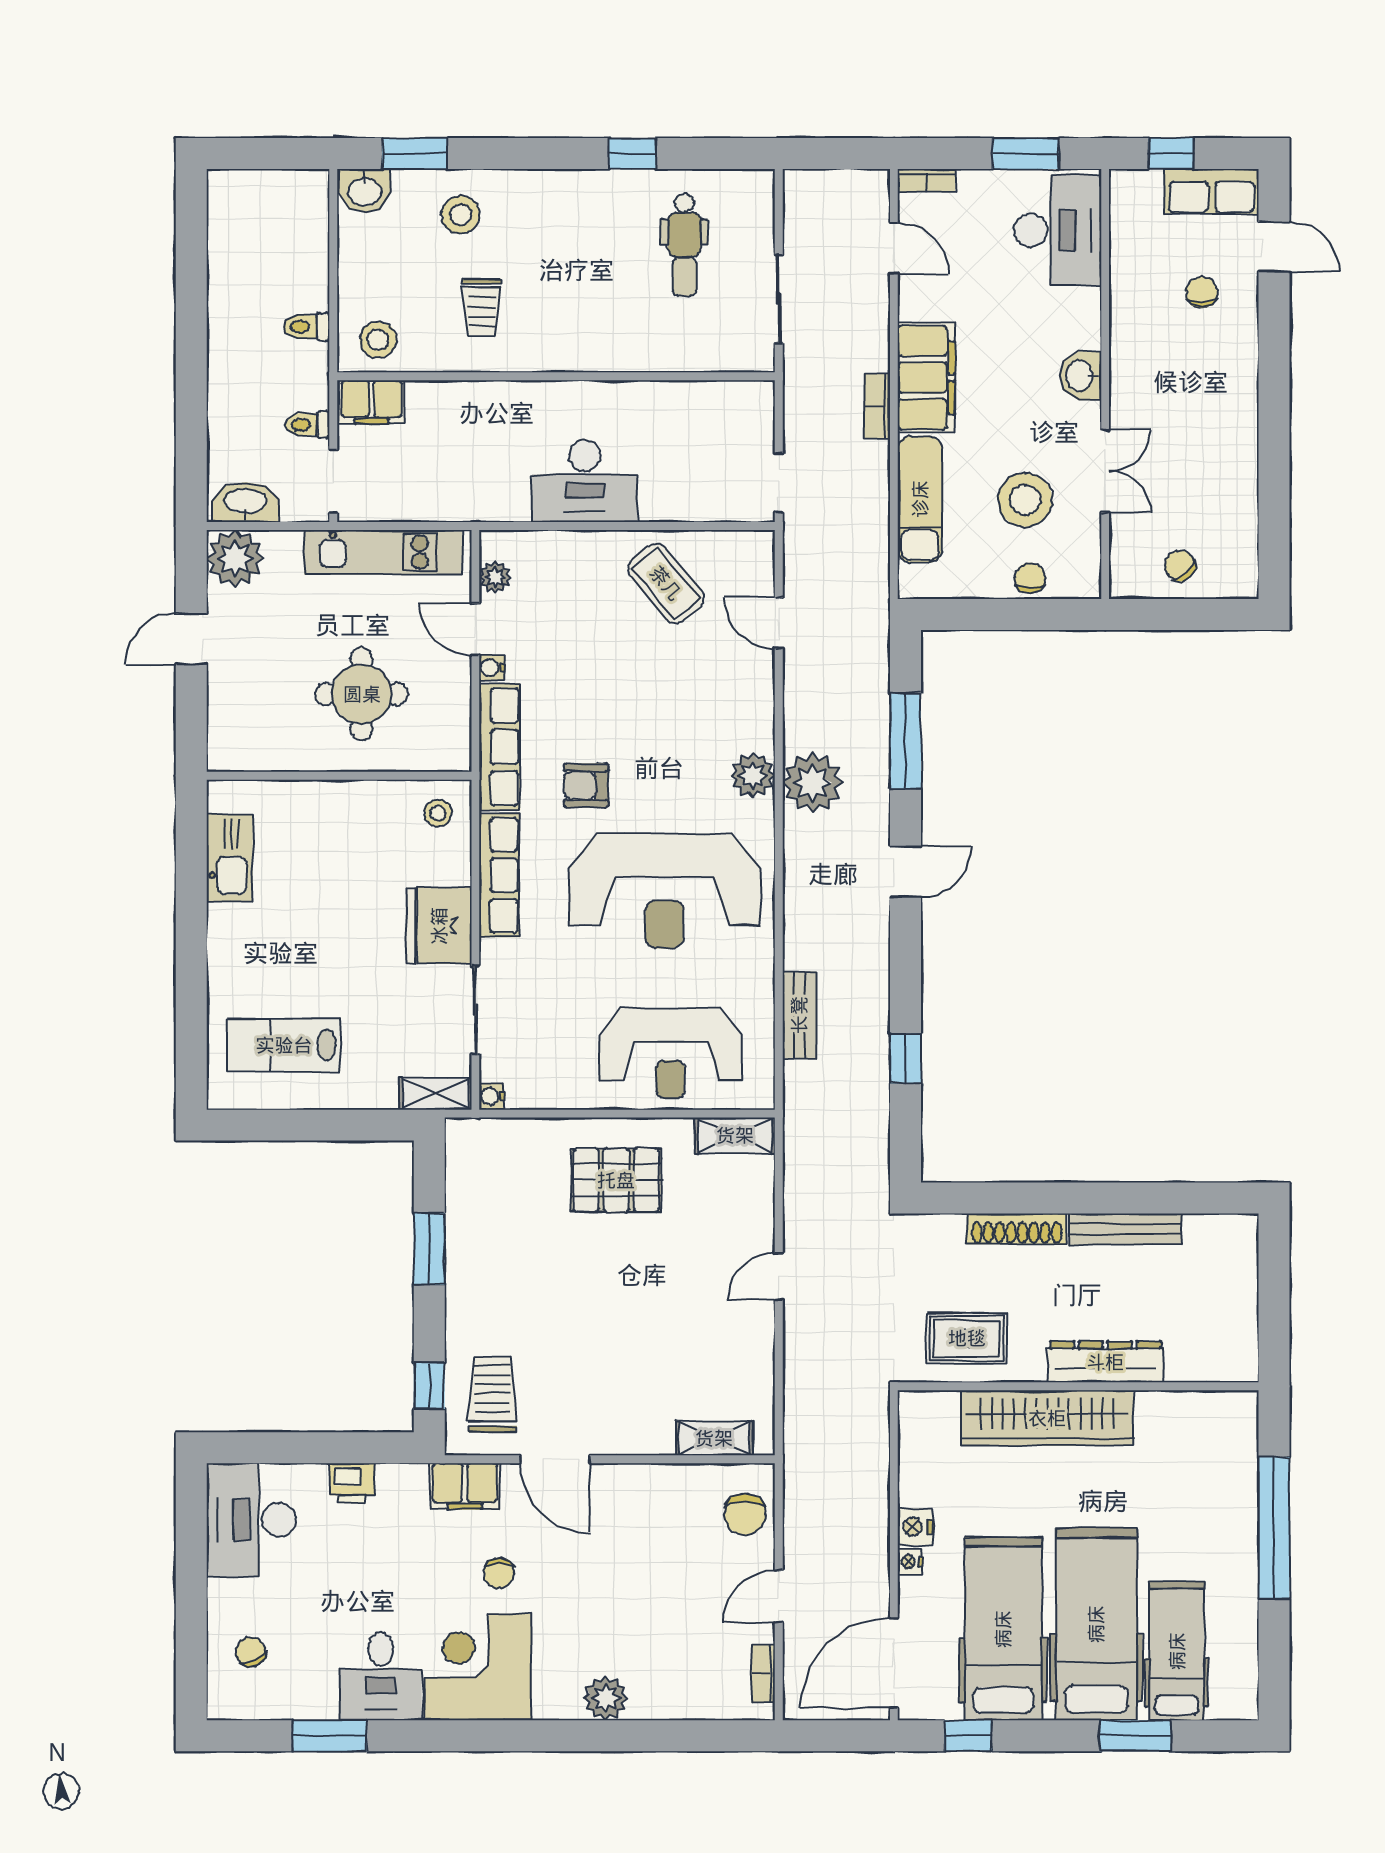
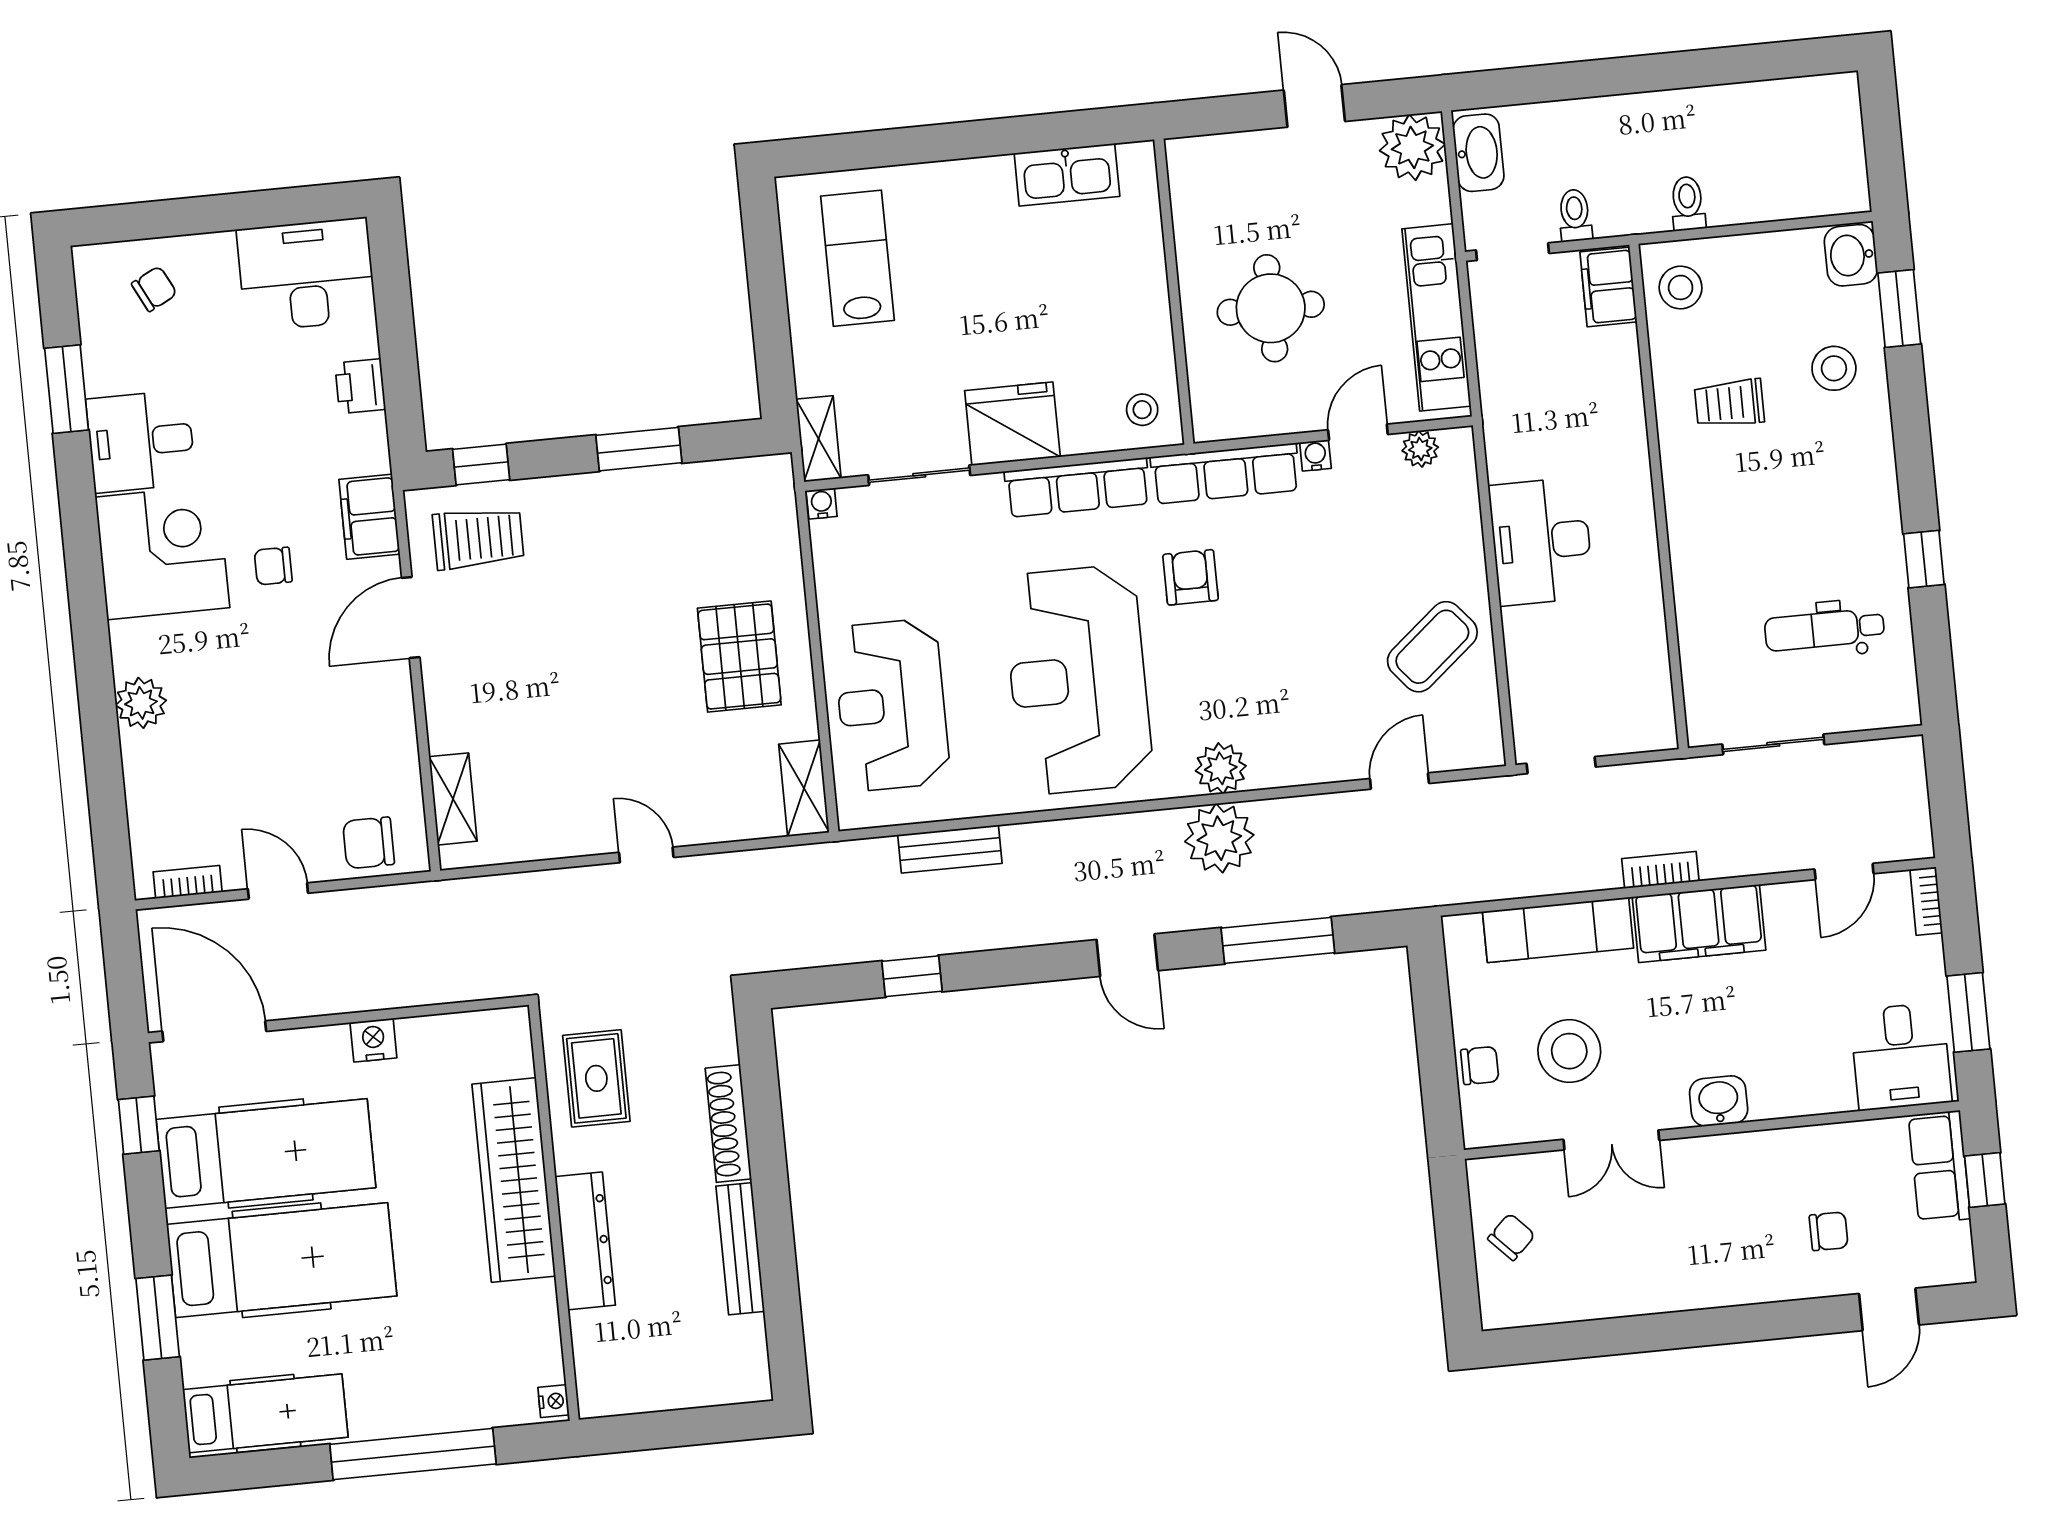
row of seats: (1212, 191) -> (1939, 1167), moved
desk: (1058, 230) -> (1901, 1056), width x0.73
nightstand: (910, 1562) -> (553, 1401), moved, turned 90
hospital bed: (1177, 1651) -> (265, 1413), moved

